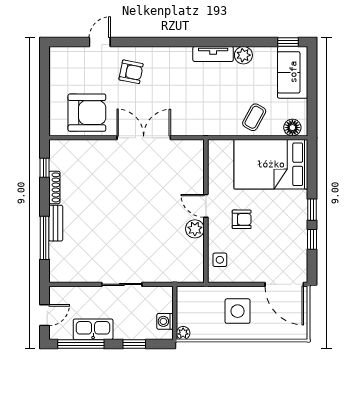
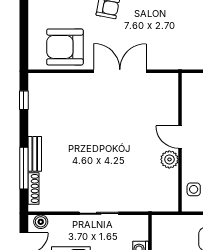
armchair: (87, 113) -> (65, 47), turned 180
shoe rack: (54, 187) -> (33, 188), moved
boiler: (62, 293) -> (41, 222), added

